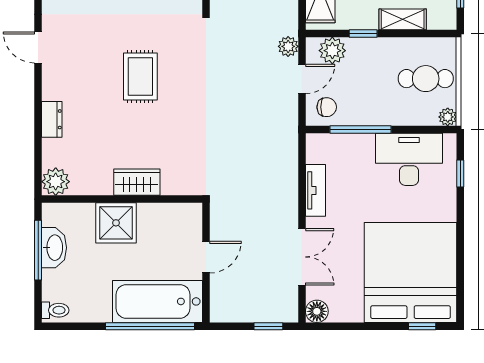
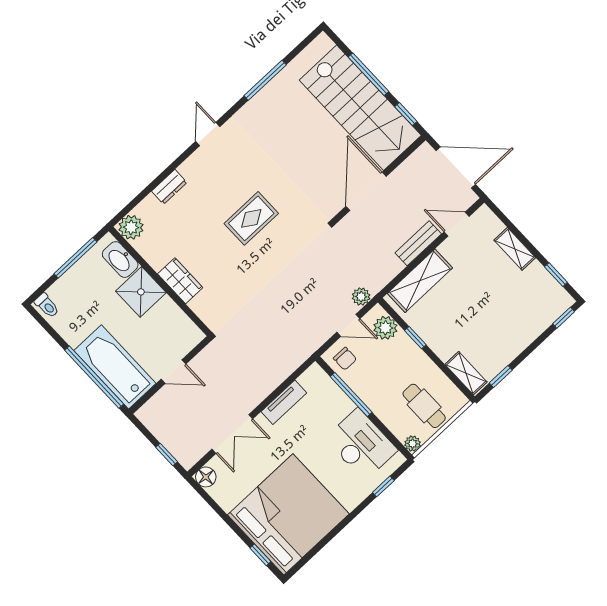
shelving: (403, 19) -> (466, 373), moved
washbasin: (54, 248) -> (120, 260), moved, turned 90

